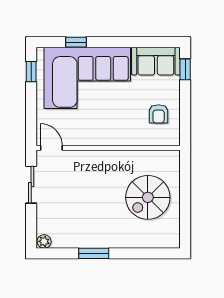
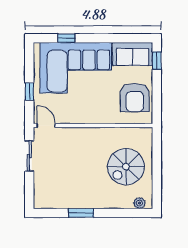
window: (31, 72) -> (29, 92), moved
armchair: (159, 114) -> (135, 98), width x1.88, depth x1.88
plant: (44, 241) -> (139, 203), moved

